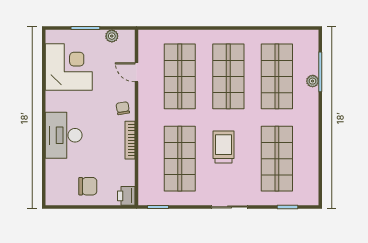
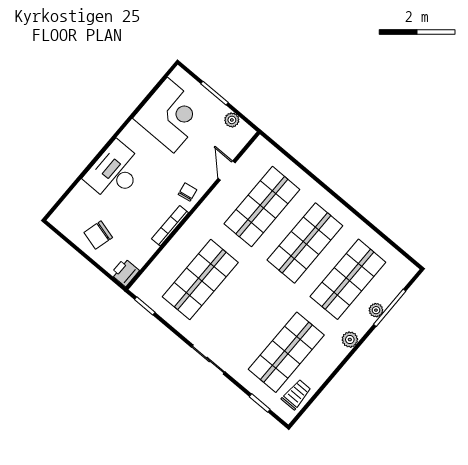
plant: (312, 115) -> (350, 340), added
trolley: (224, 147) -> (296, 394), moved, width x0.73, depth x0.72
chair: (88, 186) -> (98, 235), turned 105

